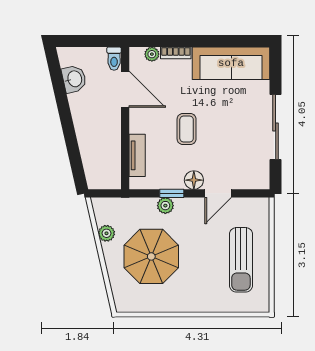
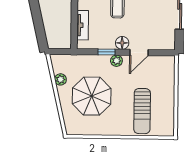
plant: (165, 206) -> (116, 61), moved
sun lounger: (241, 260) -> (142, 111), moved

